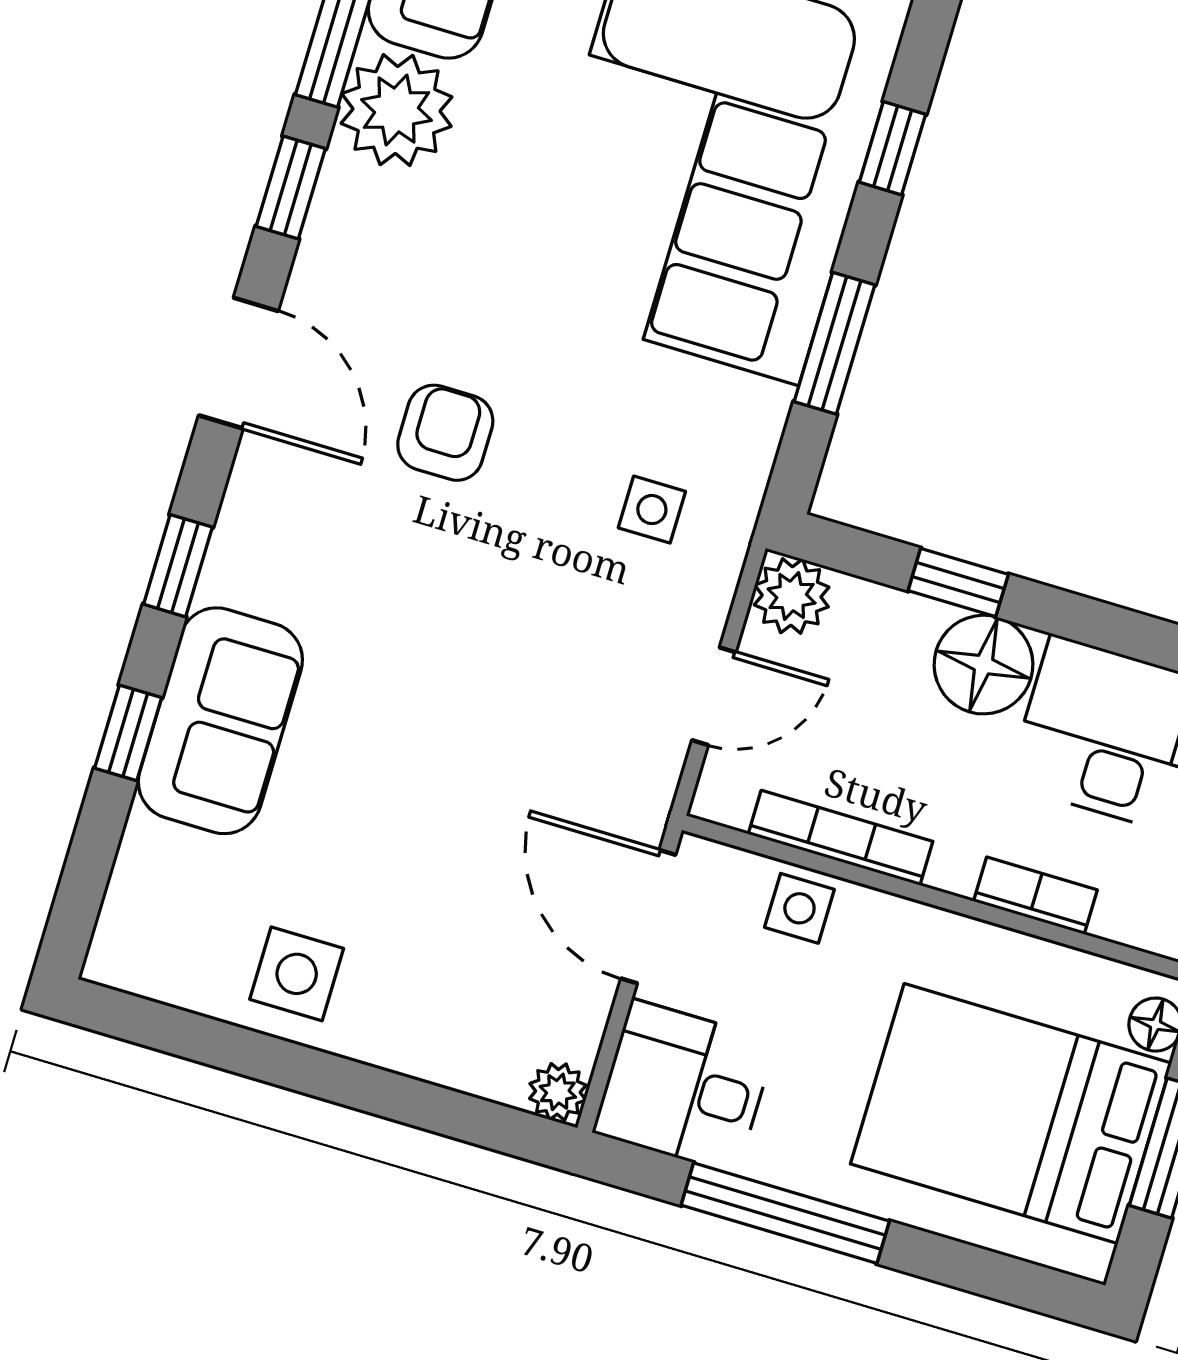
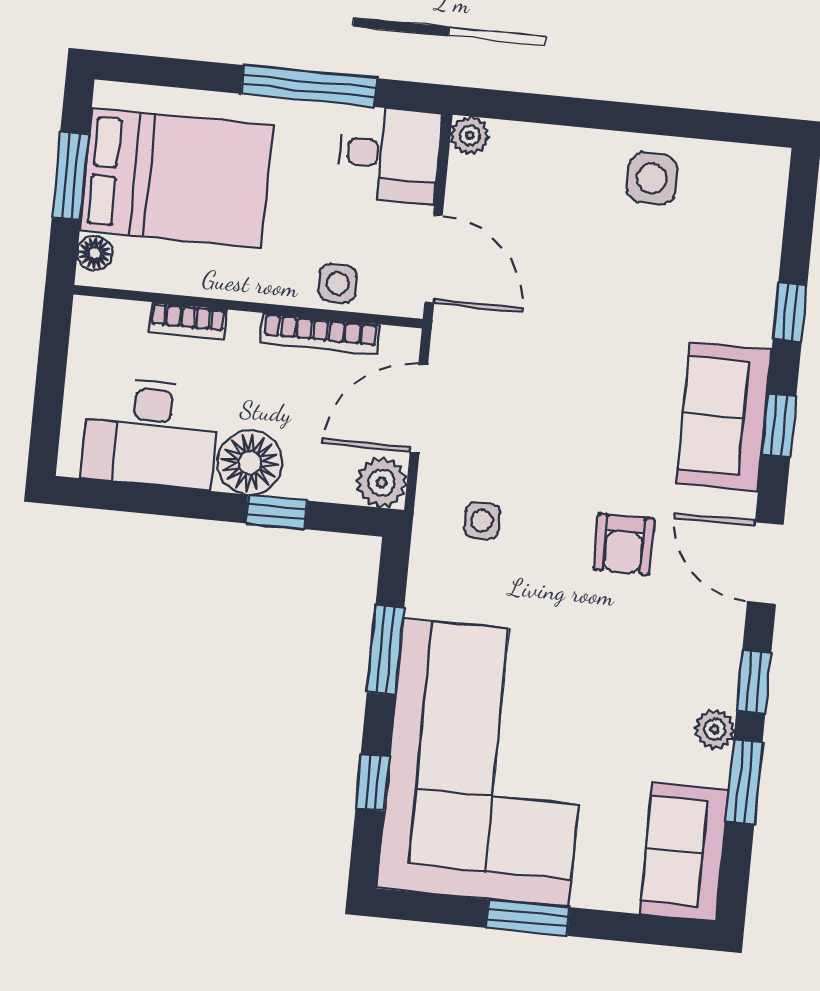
plant: (397, 110) -> (715, 729), width x0.53, depth x0.53
door: (714, 696) -> (419, 409), width x1.38
sofa: (220, 721) -> (724, 417), moved

